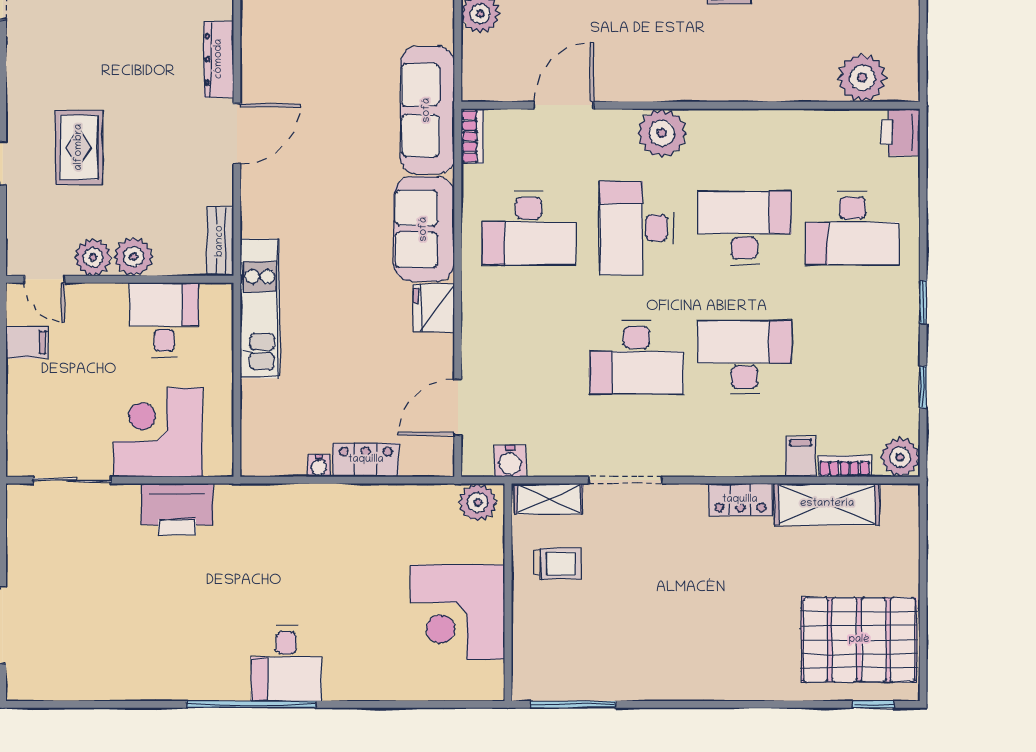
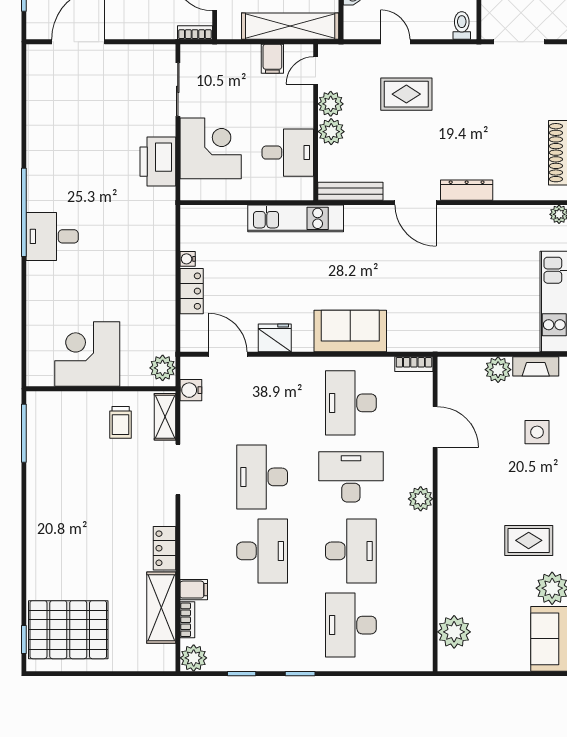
sofa: (427, 110) -> (432, 333), removed
printer: (900, 132) -> (417, 658), removed
plant: (662, 133) -> (421, 499), width x0.73, depth x0.73
bench: (220, 241) -> (350, 191), width x1.36
fridge: (434, 308) -> (275, 338), moved
pallet: (859, 640) -> (68, 630), turned 90

